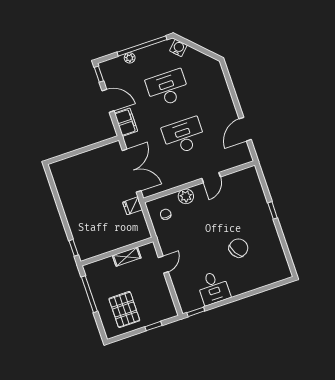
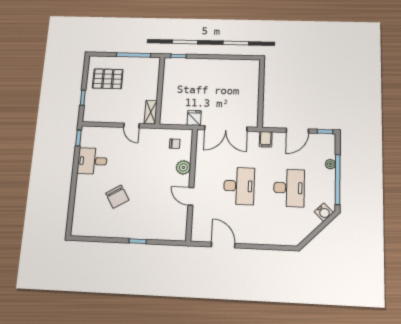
filing cabinet: (126, 122) -> (266, 139), width x0.50
shelving: (127, 257) -> (151, 112), moved

